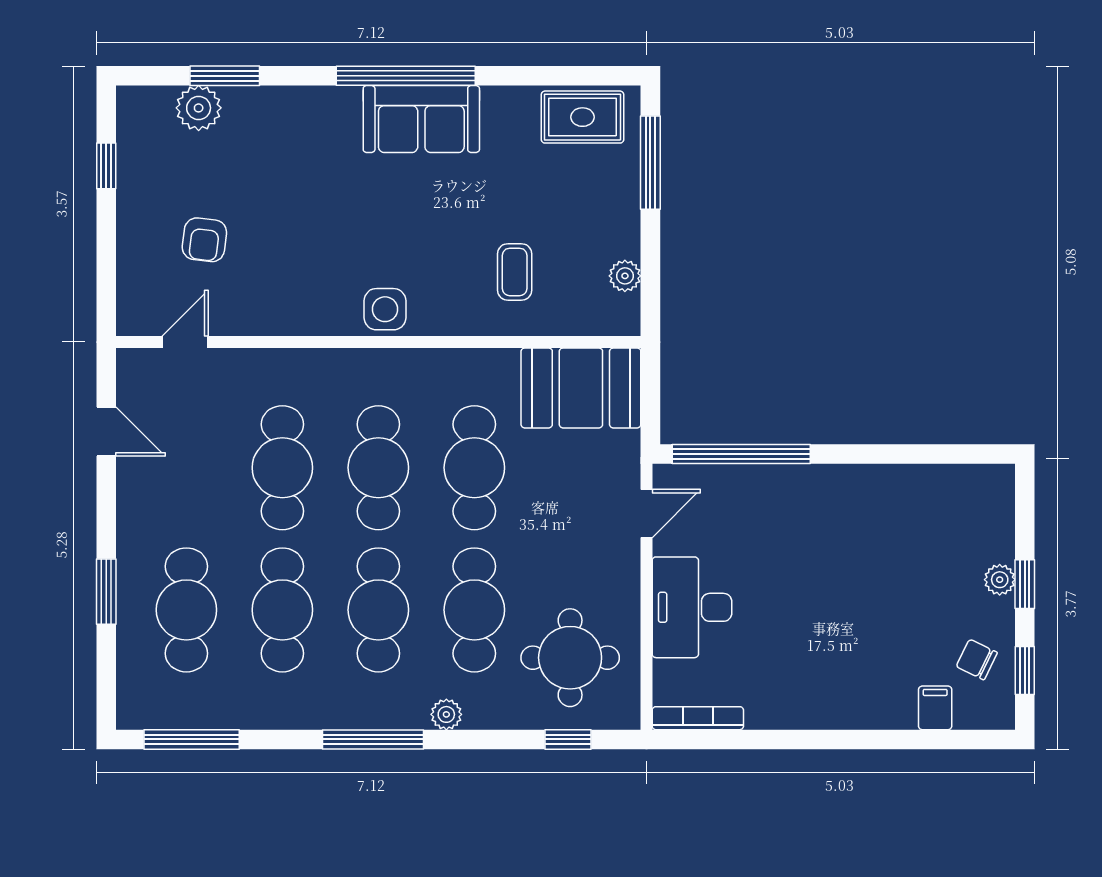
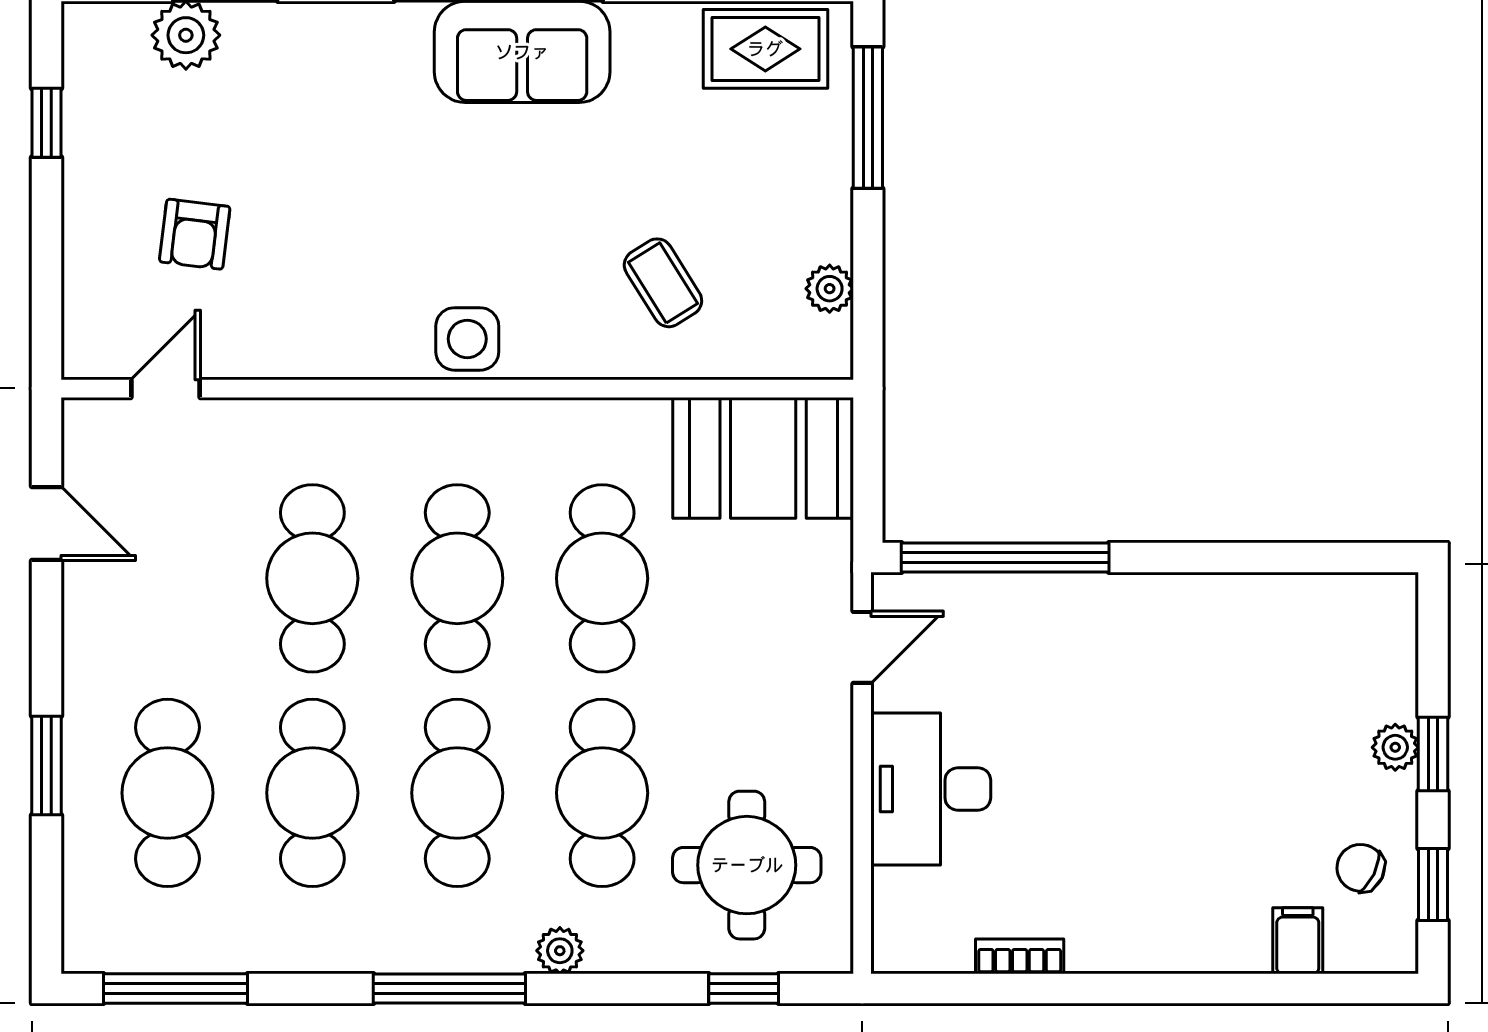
coffee table: (515, 272) -> (663, 283), turned -32
bookcase: (698, 718) -> (1020, 956), moved, width x0.64

